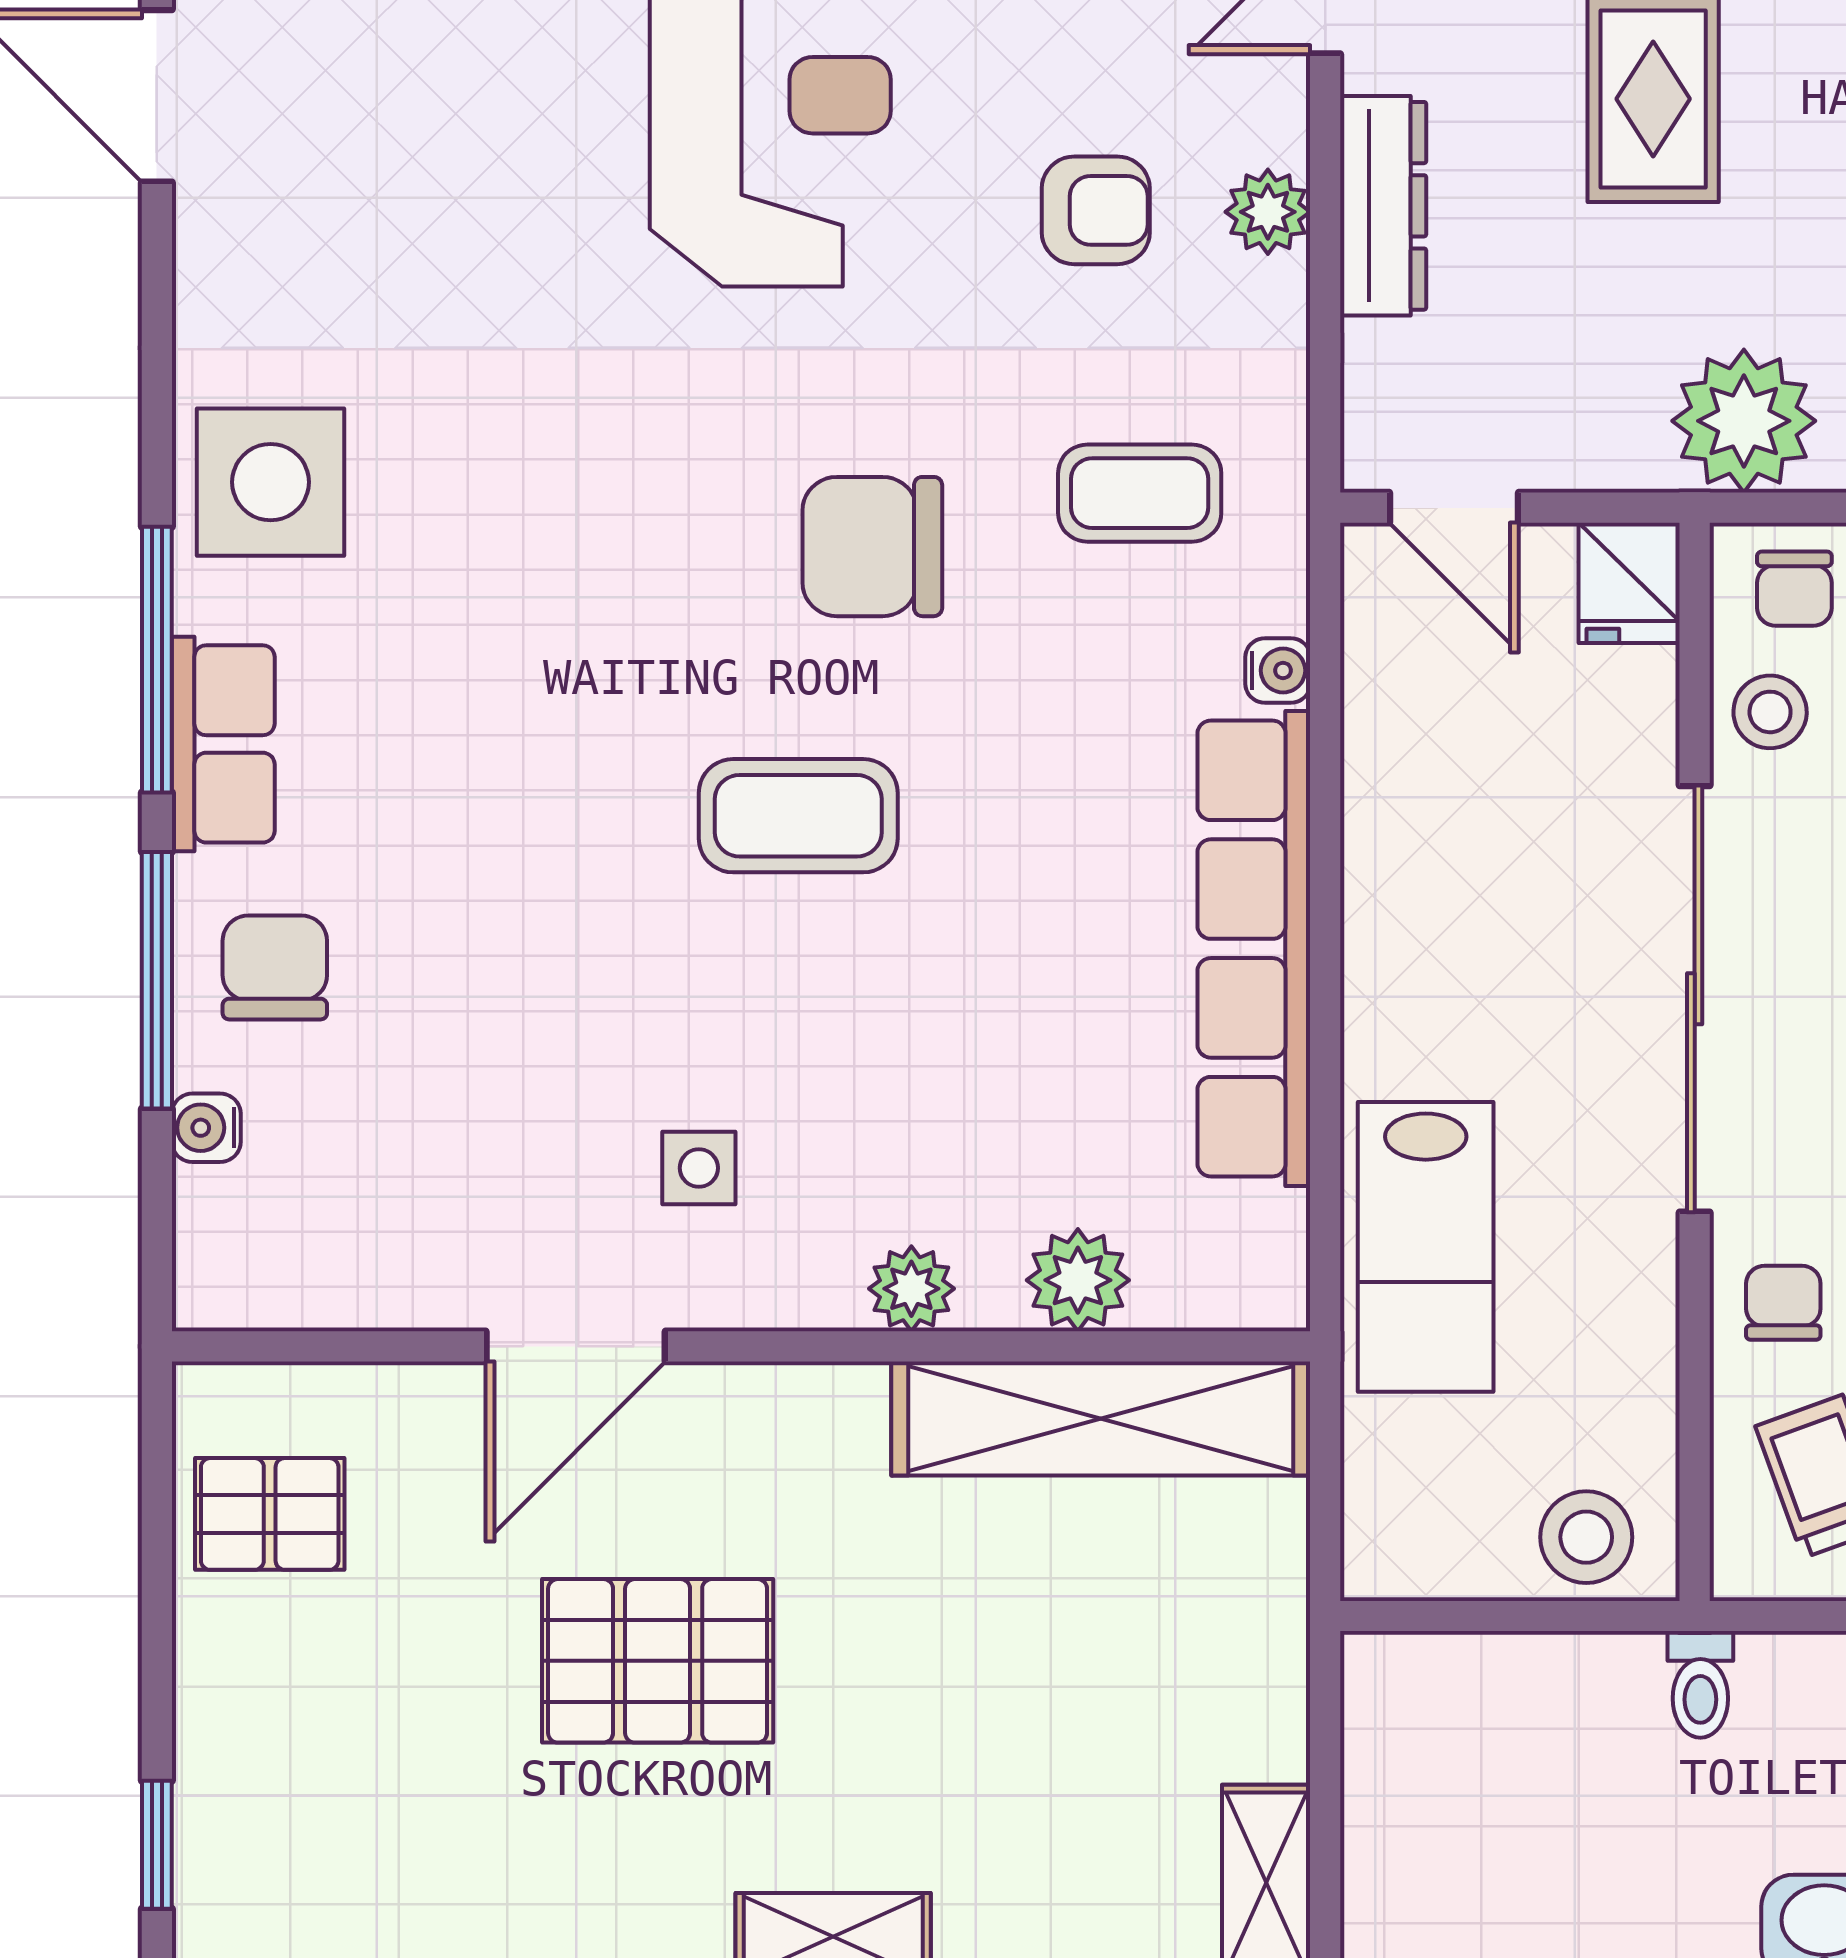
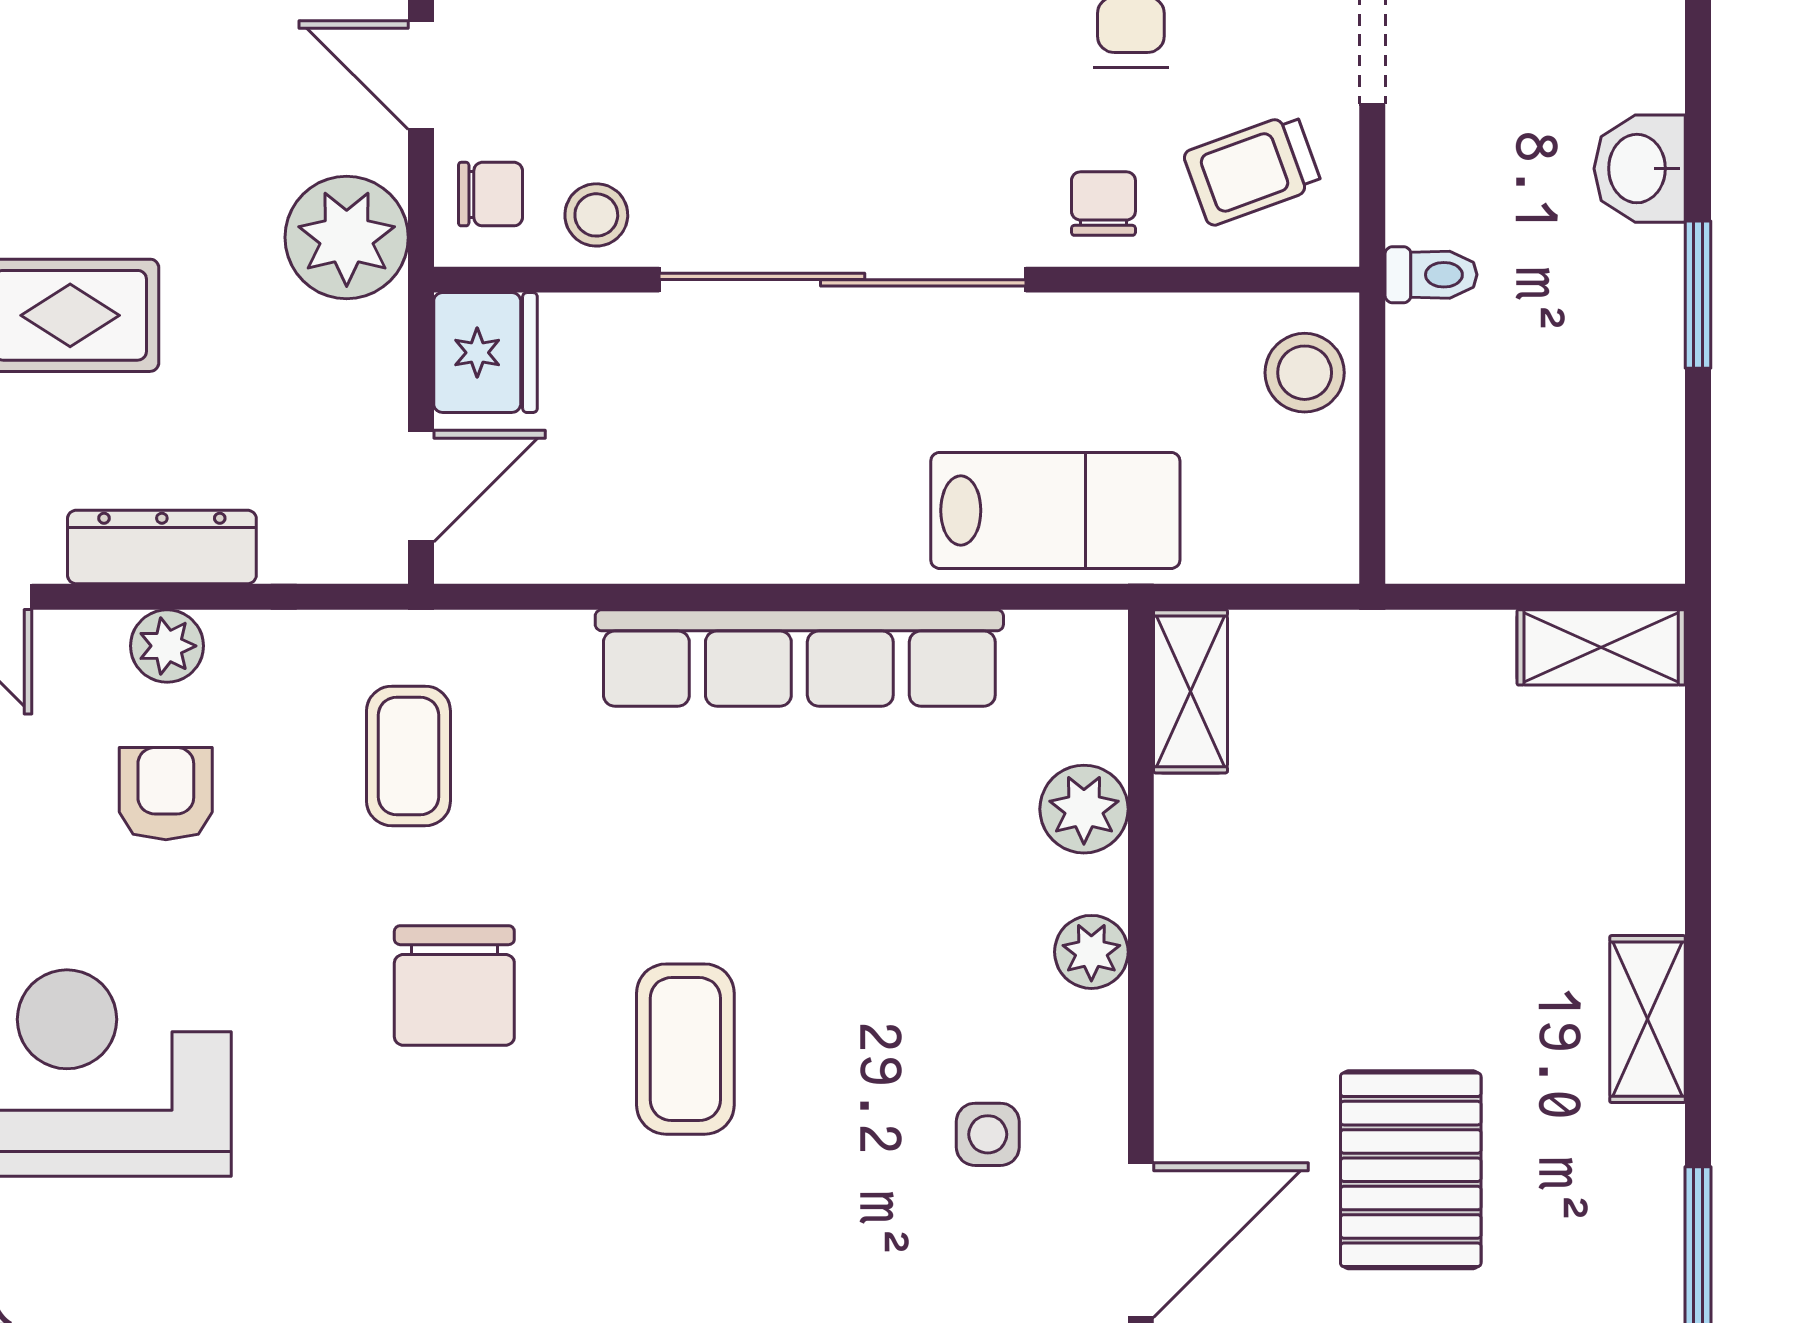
fridge: (1629, 583) -> (485, 353), width x1.38
water cooler: (1278, 670) -> (561, 637), removed
chair: (1783, 1303) -> (1103, 204), turned 90
door: (576, 1346) -> (1141, 1240), hinge flipped
shelving: (1101, 1419) -> (1191, 691), width x0.45, depth x0.75

